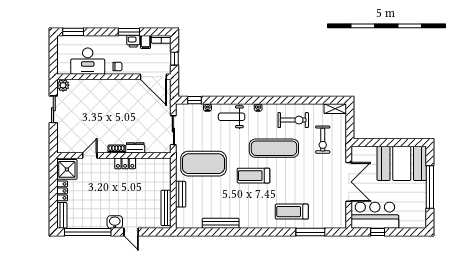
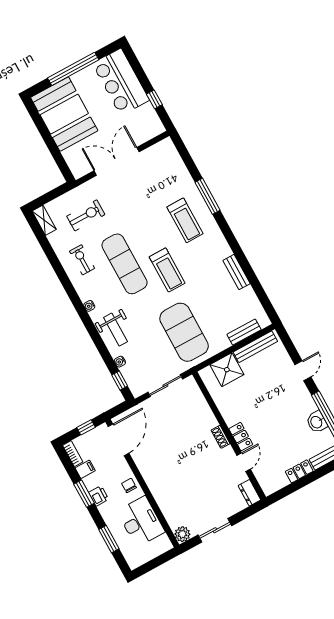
window: (73, 32) -> (109, 539), moved
printer: (133, 41) -> (99, 496), moved
exercise bike: (293, 120) -> (82, 260), width x0.73, depth x0.72
dresser: (135, 148) -> (249, 493), moved
door: (90, 156) -> (244, 462), swing flipped
locker: (125, 163) -> (241, 437), moved
shower: (67, 169) -> (227, 370), moved
bench: (181, 194) -> (244, 332), moved
treadmill: (292, 212) -> (185, 220), moved
bar counter: (375, 215) -> (121, 82), moved
washbasin: (115, 222) -> (317, 422), moved
bench: (221, 223) -> (237, 272), width x0.73
window: (310, 232) -> (207, 196), moved

